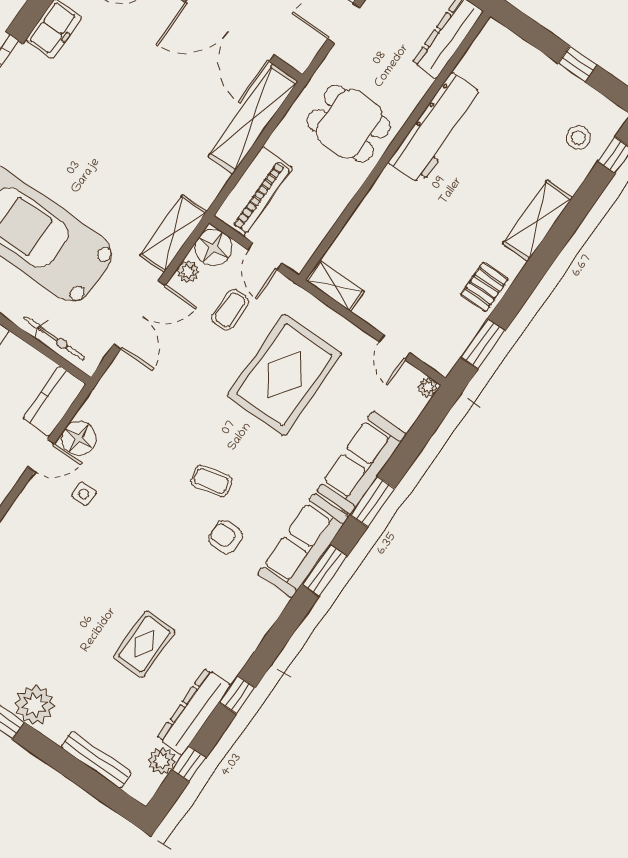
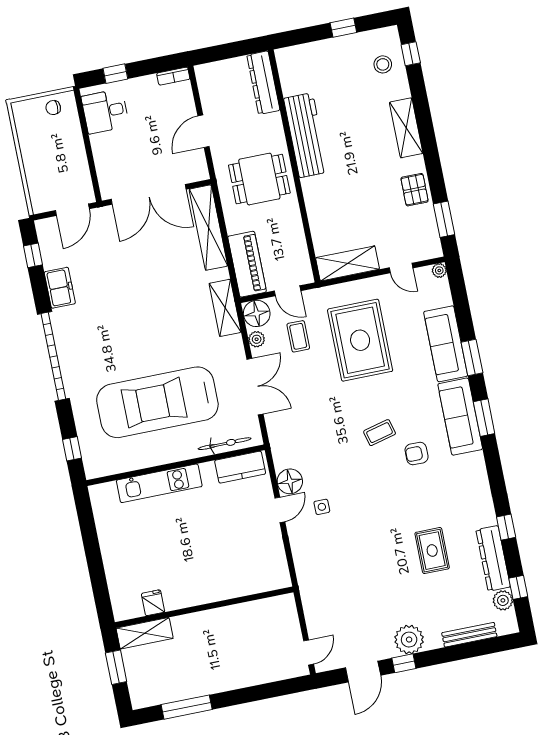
shelving: (173, 234) -> (225, 308), moved
shelving: (335, 286) -> (348, 263), width x1.50, depth x1.33
kitchen counter: (54, 401) -> (240, 467), moved, turned -90

